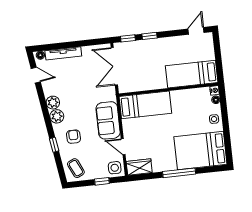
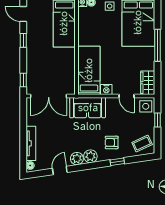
window: (149, 36) -> (23, 40), moved
door: (36, 75) -> (60, 170), moved
sofa: (108, 120) -> (88, 108), moved
nightstand: (128, 125) -> (106, 89), added
door: (123, 147) -> (126, 96), hinge flipped

